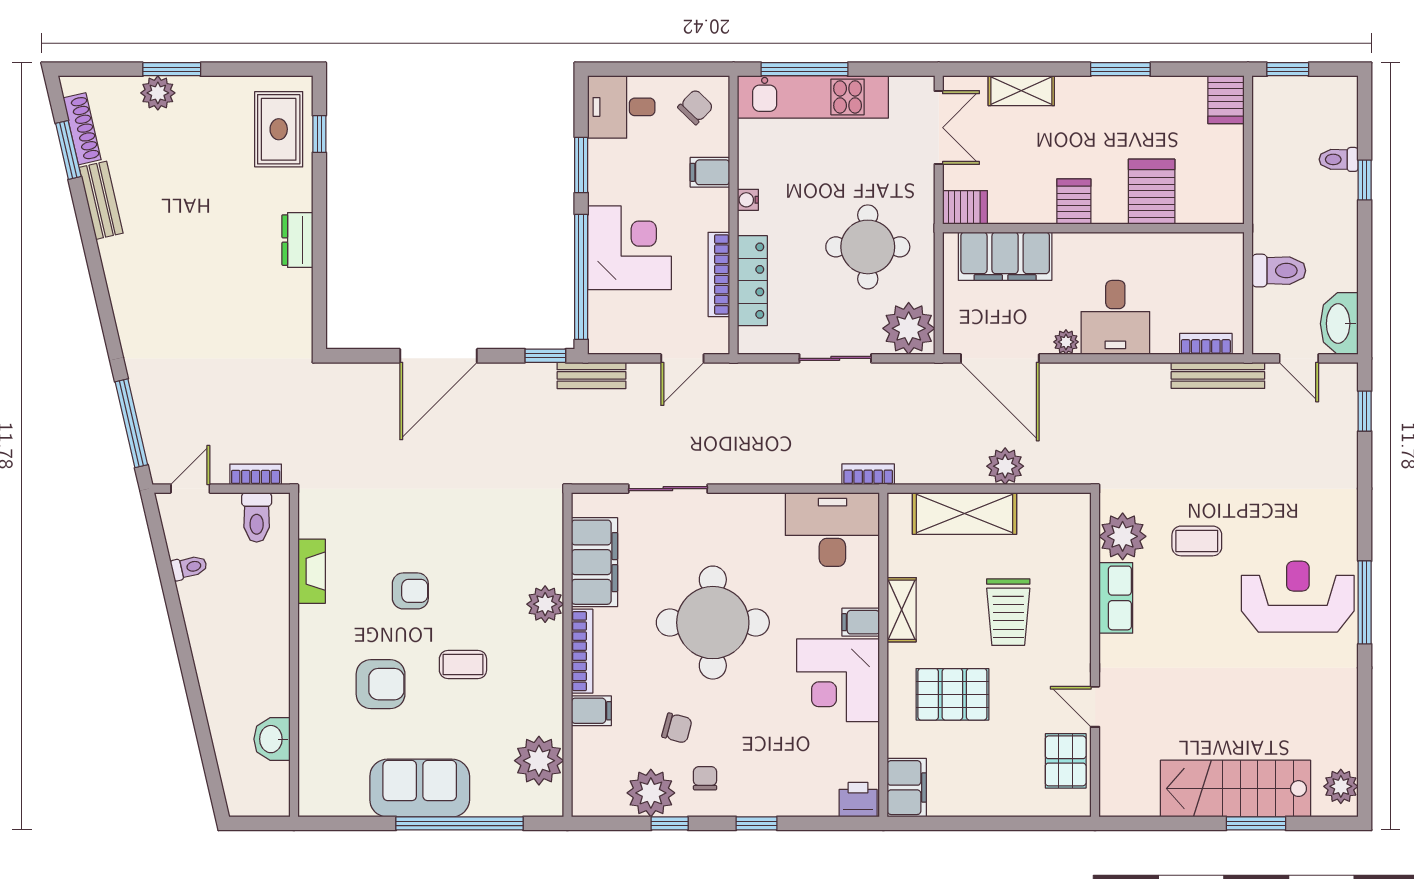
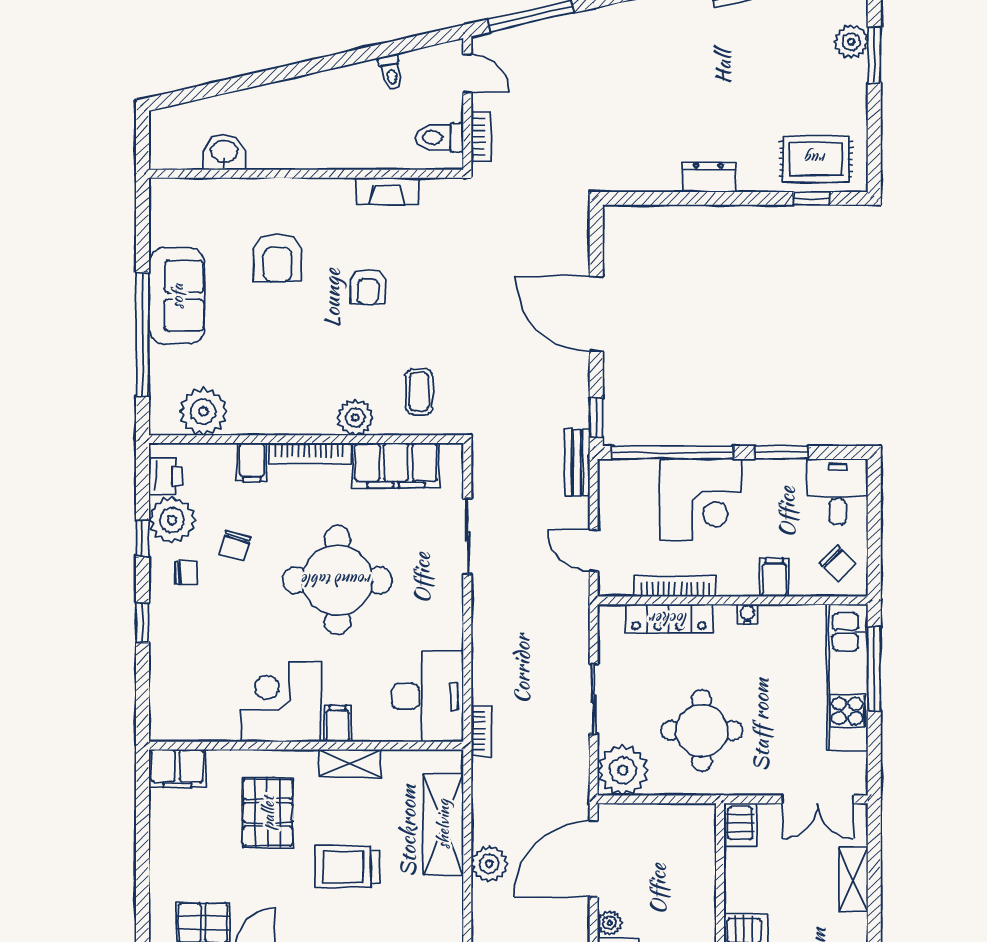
filing cabinet: (1005, 256) -> (693, 864), removed
coffee table: (463, 665) -> (419, 392), moved
printer: (858, 800) -> (165, 476), moved

